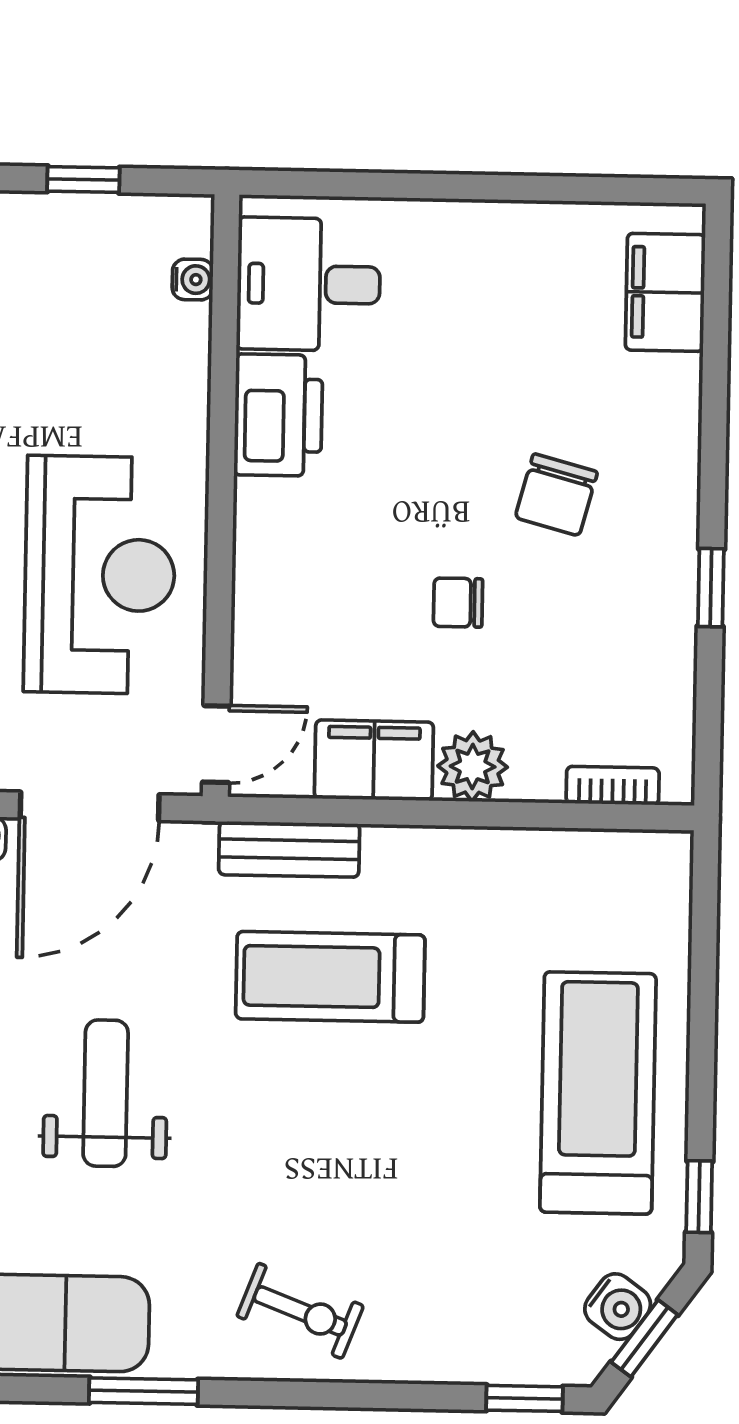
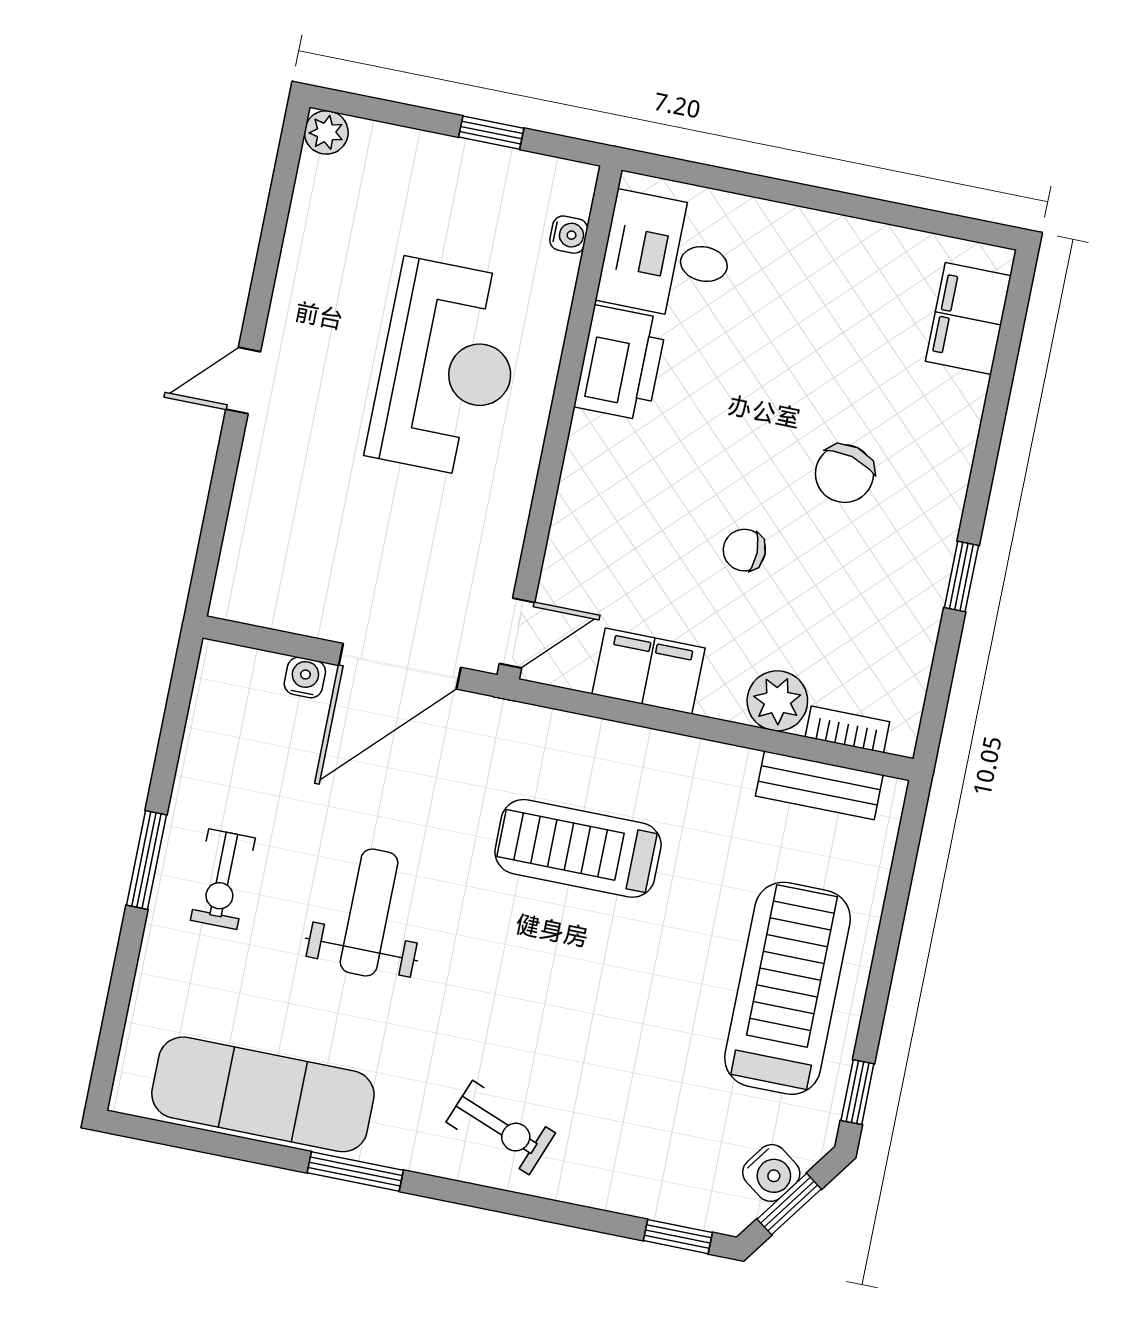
reception desk: (100, 575) -> (447, 368), moved
plant: (473, 767) -> (777, 701), moved
bench: (289, 849) -> (819, 785), moved

